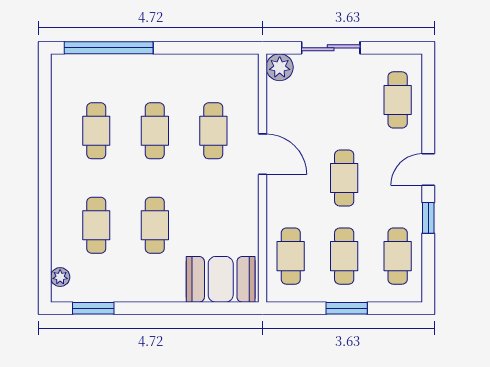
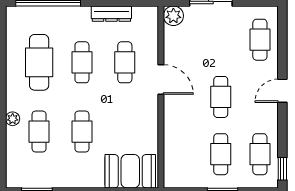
dresser: (195, 64) -> (111, 14), added
cafe table: (96, 131) -> (39, 62), width x1.37, depth x1.35
window: (428, 218) -> (282, 169), moved
cafe table: (291, 256) -> (182, 154), removed
plant: (60, 277) -> (13, 119), moved

